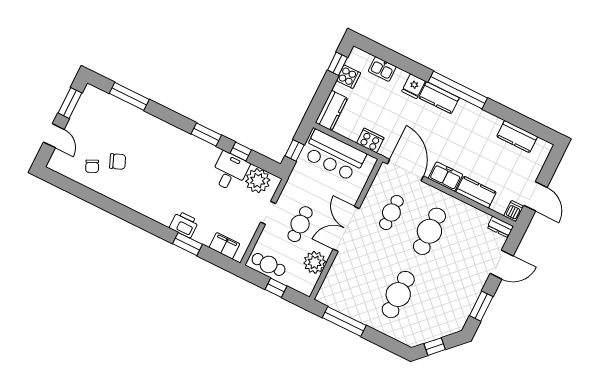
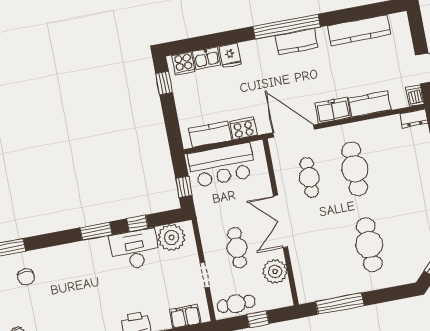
cooker: (348, 77) -> (183, 63), moved, turned 90
fridge: (414, 86) -> (230, 55), moved
kitchen counter: (439, 98) -> (297, 42), moved
kitchen counter: (331, 111) -> (210, 134), moved, turned -90
kitchen counter: (517, 137) -> (359, 30), width x1.50
chair: (118, 161) -> (26, 277), moved, turned 112
desk: (230, 172) -> (135, 249), width x1.37
doorway: (268, 213) -> (205, 275), moved

